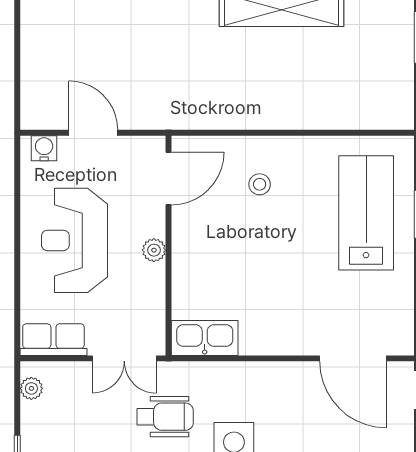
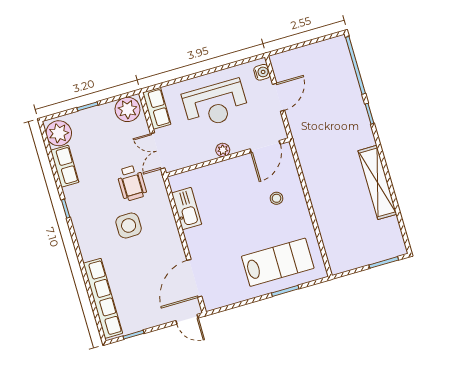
door: (169, 178) -> (265, 147), hinge flipped
reception desk: (74, 240) -> (215, 104), turned 180
kitchen sink: (205, 338) -> (187, 209), moved
plant: (31, 388) -> (128, 109), width x1.88, depth x1.88

